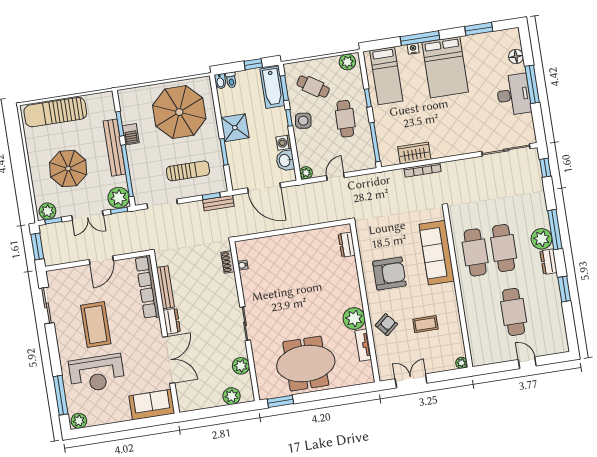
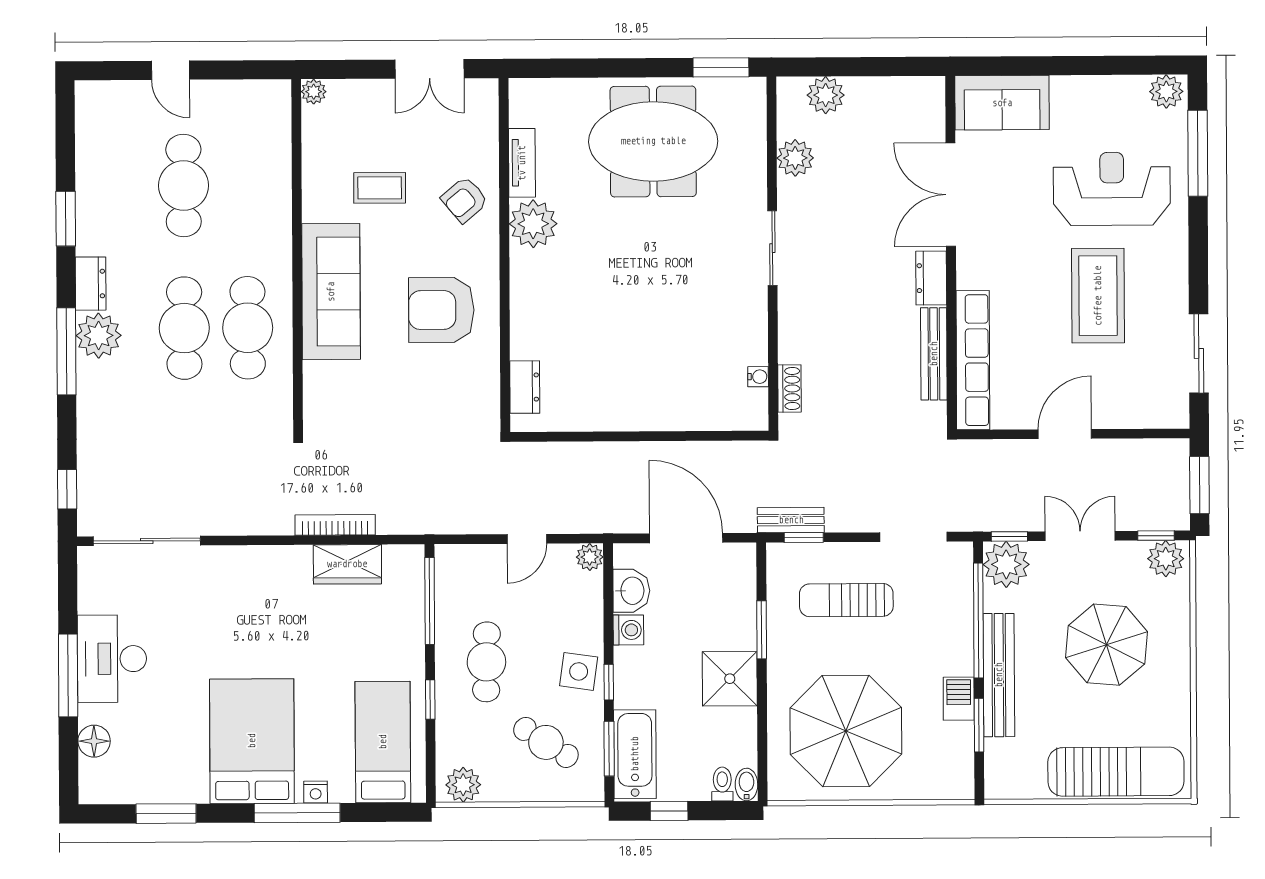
sofa: (437, 253) -> (331, 292), moved

